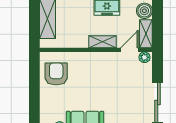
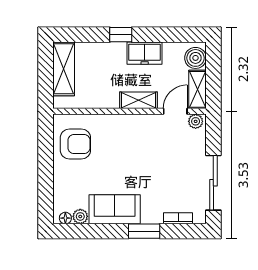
armchair: (56, 74) -> (75, 144), turned 90

